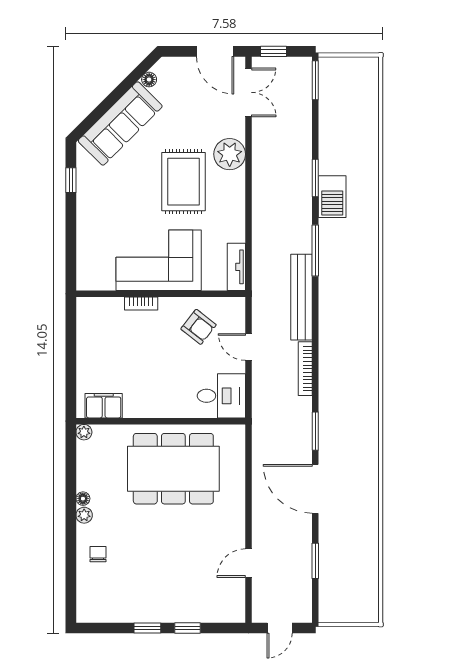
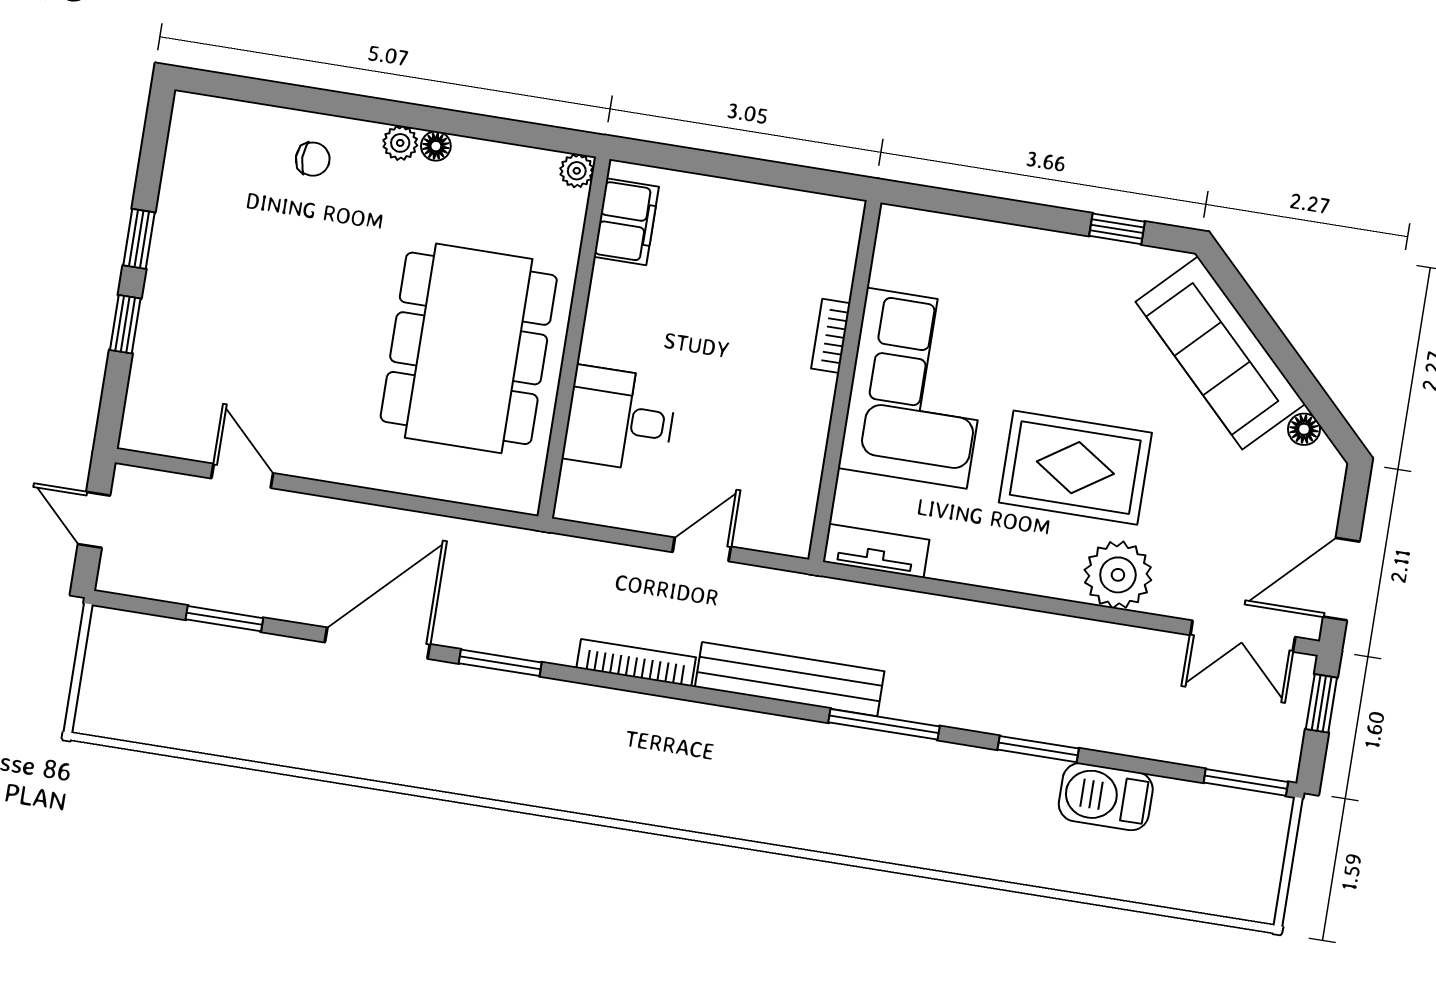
barbecue: (332, 197) -> (1106, 797), moved
armchair: (199, 327) -> (762, 450), removed
desk: (221, 396) -> (620, 419), moved, turned 90

